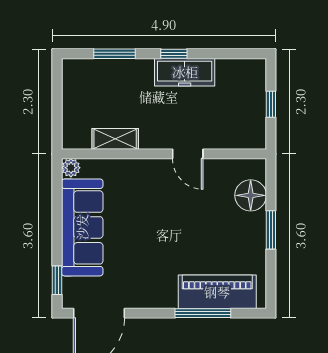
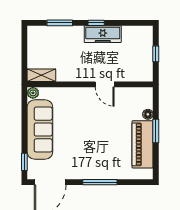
shelving: (115, 139) -> (41, 75), moved
floor lamp: (251, 195) -> (148, 114), width x0.53, depth x0.53
piano: (217, 292) -> (143, 144), moved, turned -90
window: (203, 313) -> (100, 182), moved

